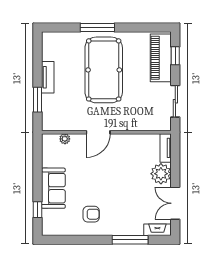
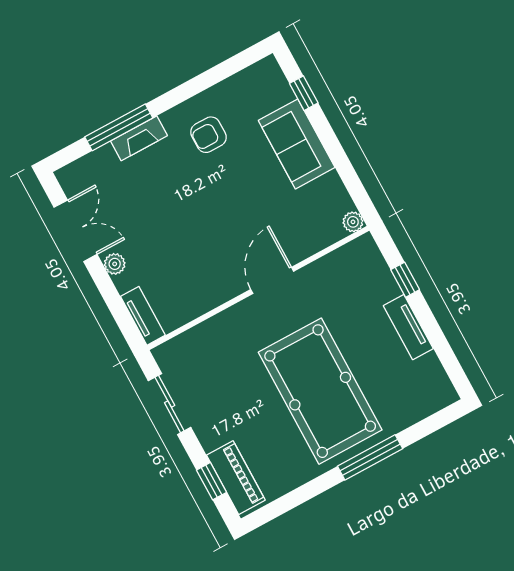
piano: (161, 58) -> (236, 478), width x0.73, depth x0.75
window: (38, 100) -> (405, 280), width x0.67
plant: (65, 139) -> (353, 222), moved
plant: (161, 174) -> (115, 264), width x0.53, depth x0.53
fireplace: (157, 230) -> (139, 138), moved

